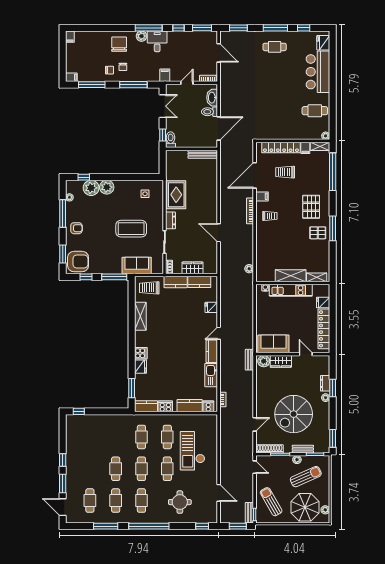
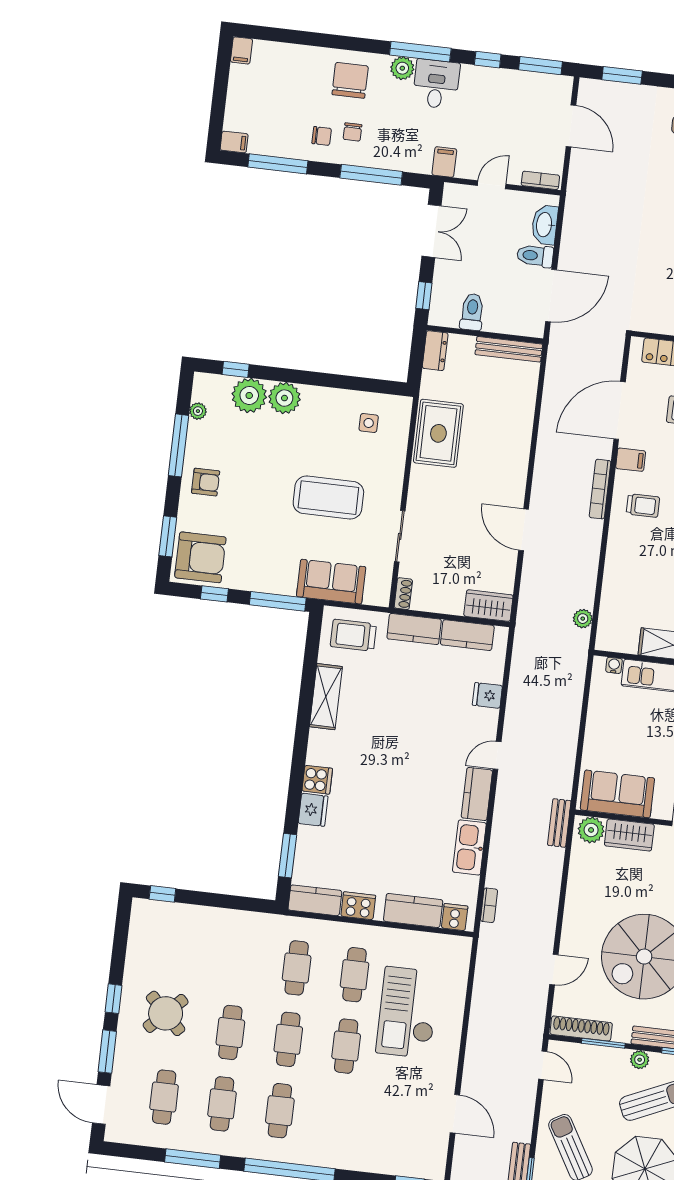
toilet: (171, 140) -> (472, 312), moved
dresser: (170, 220) -> (435, 351), moved
wardrobe: (192, 268) -> (488, 606), moved
round table: (180, 502) -> (166, 1013), moved, turned 45

